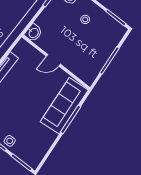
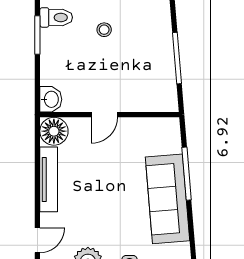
floor lamp: (23, 49) -> (54, 131), added
sofa: (64, 106) -> (168, 199), moved

